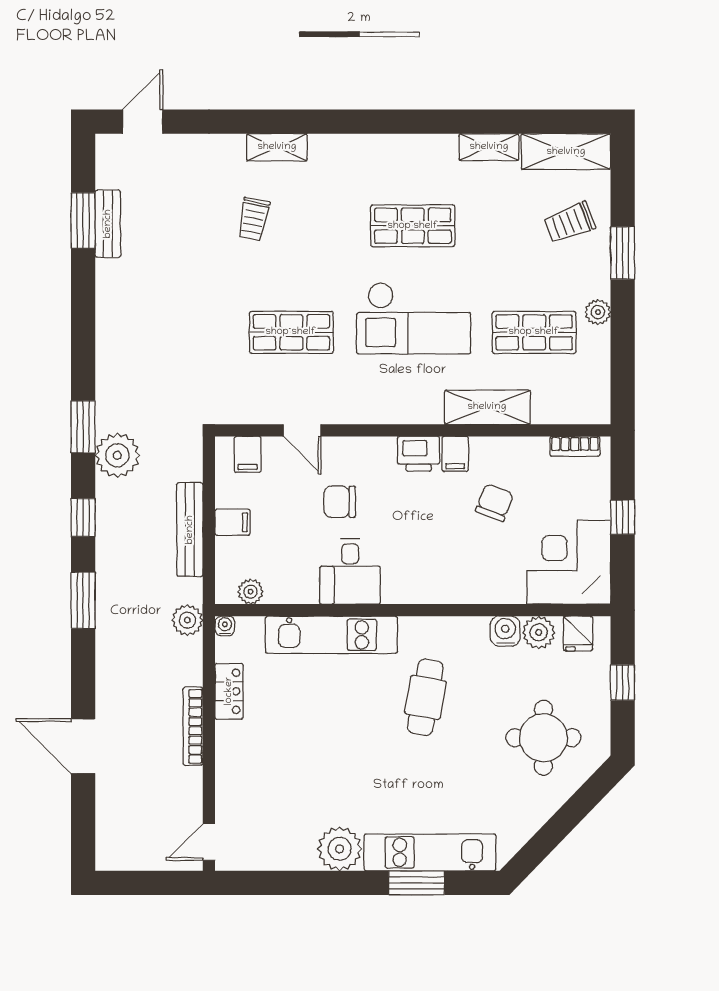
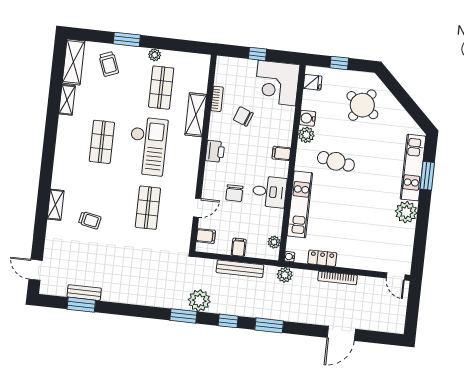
bookcase: (575, 446) -> (217, 99), moved
filing cabinet: (455, 454) -> (281, 153), moved, turned 180
plant: (539, 632) -> (306, 135), moved
round table: (543, 738) -> (362, 105), turned 34

